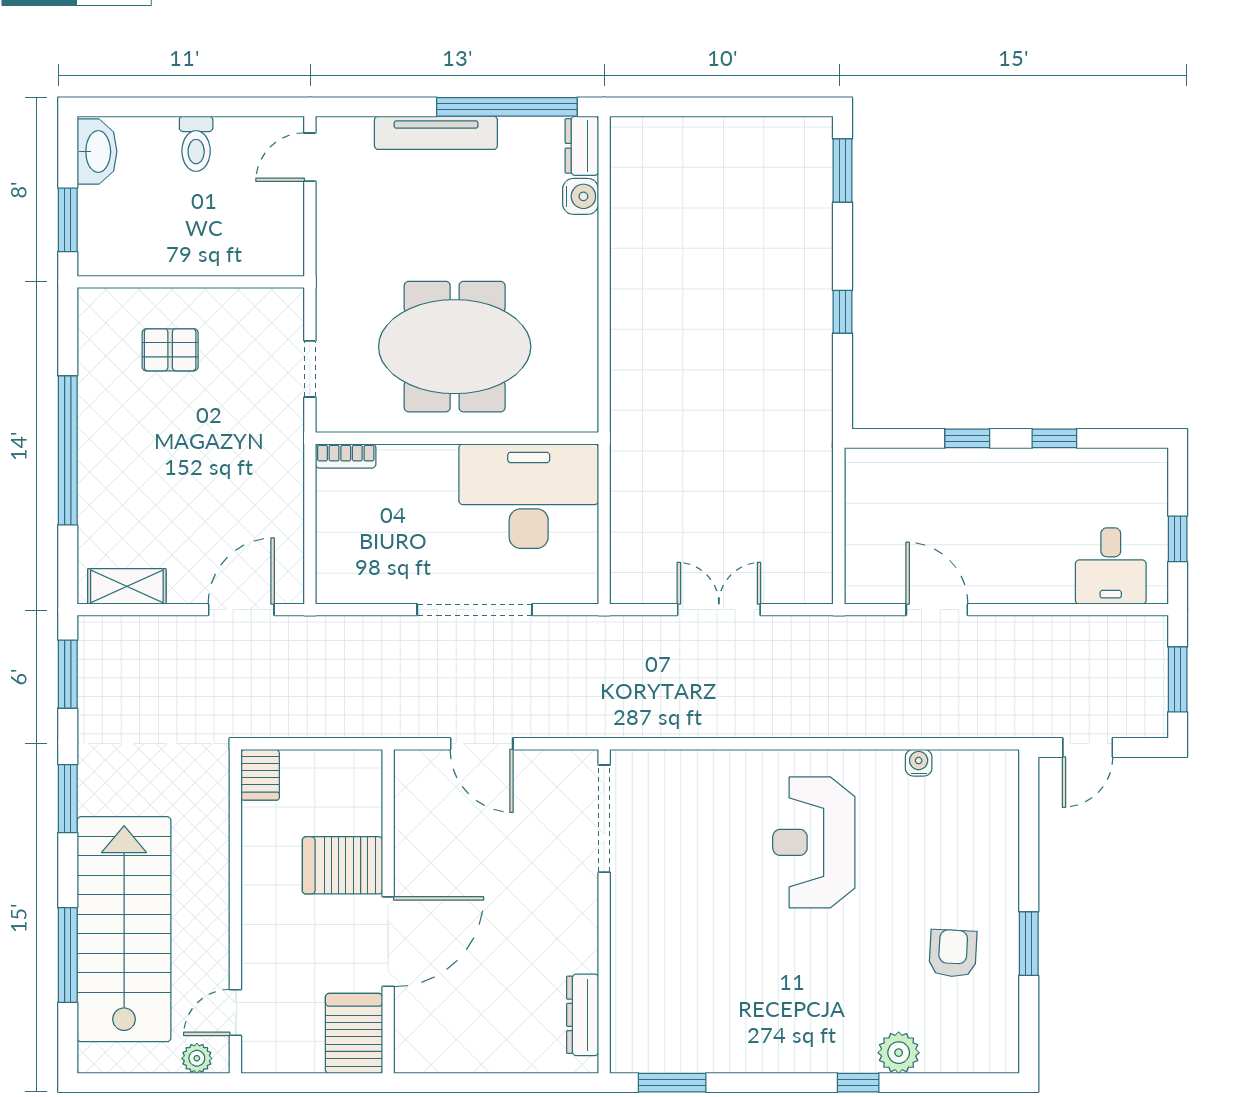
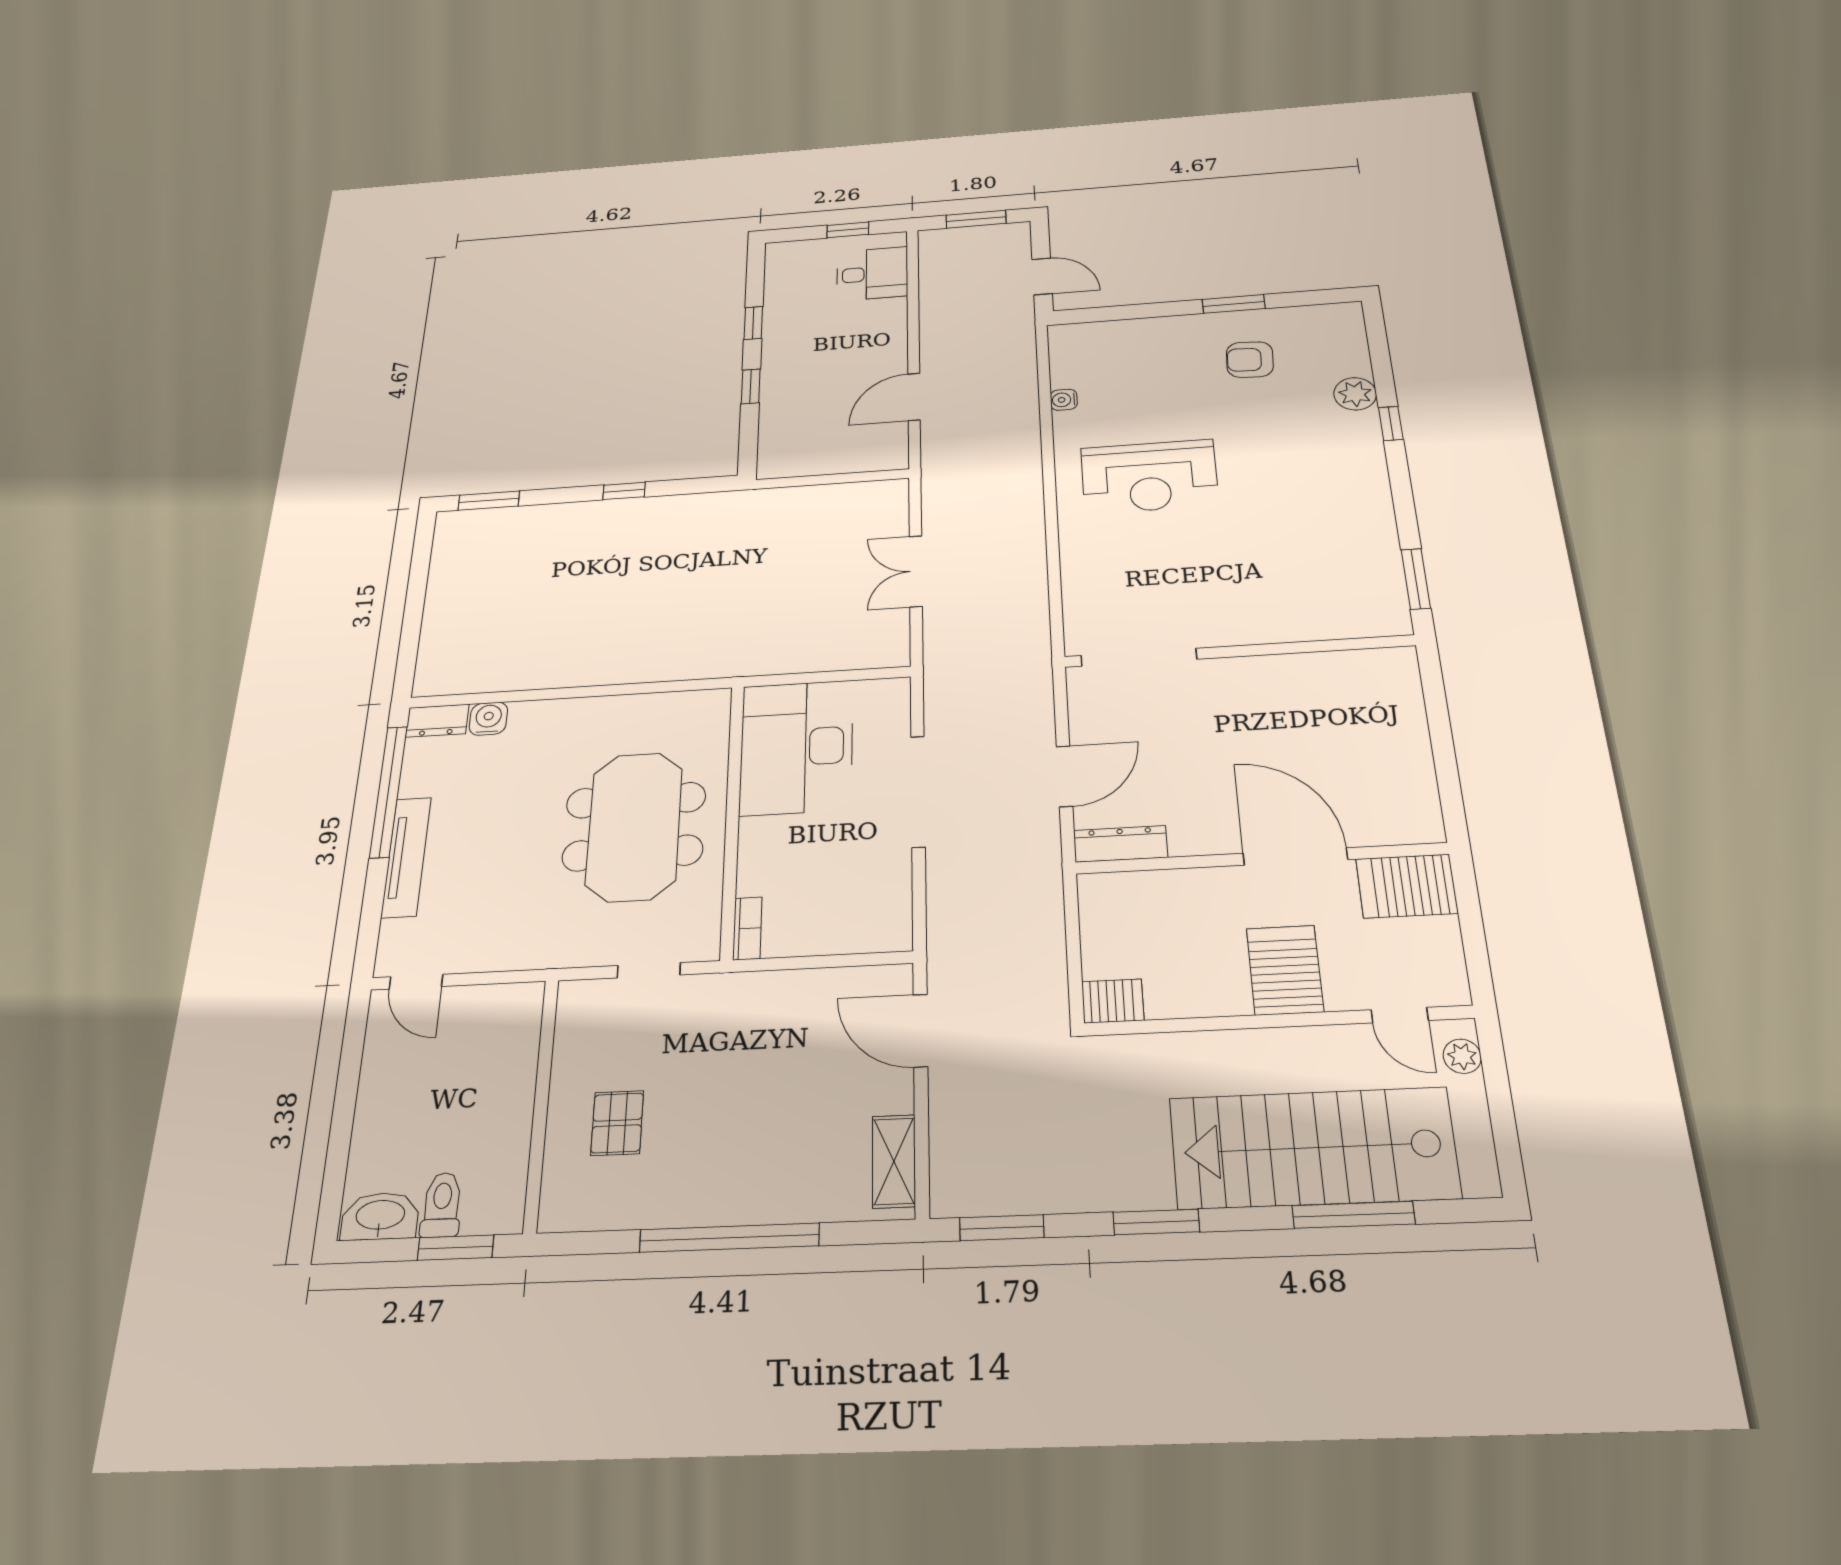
toilet: (196, 144) -> (442, 1205), moved, turned -90
server rack: (342, 865) -> (1285, 970), moved, turned 180
dresser: (583, 1015) -> (1120, 844), moved, turned 180

